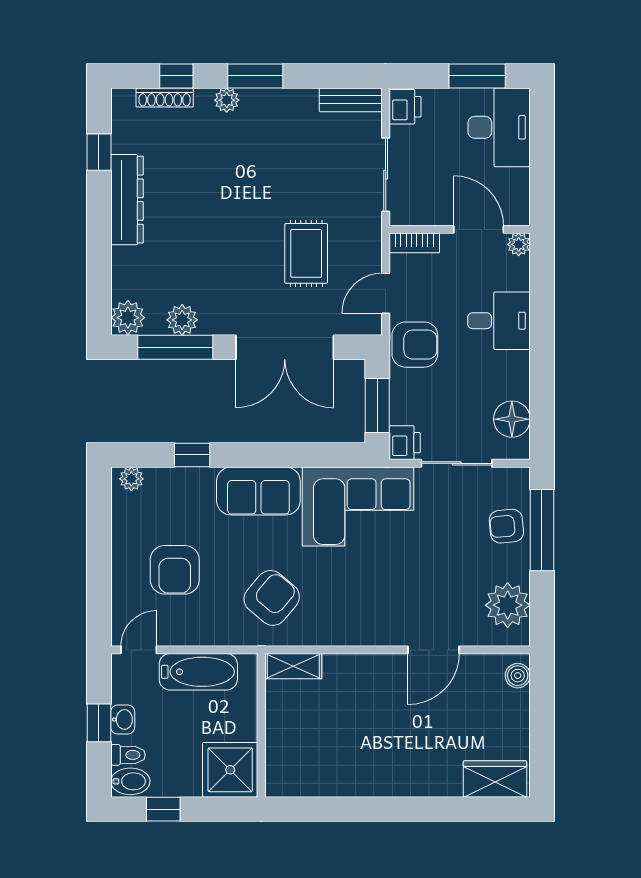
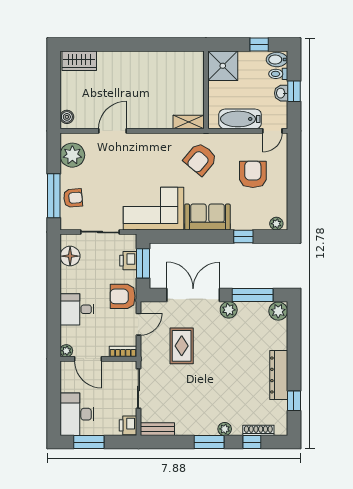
plant: (182, 320) -> (229, 310), moved
printer: (405, 443) -> (128, 261), moved

